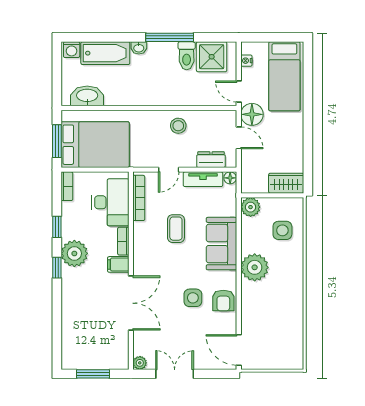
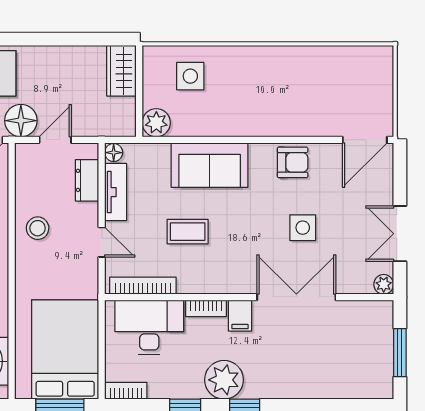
plant: (255, 267) -> (244, 117), removed
side table: (193, 298) -> (303, 228), moved

